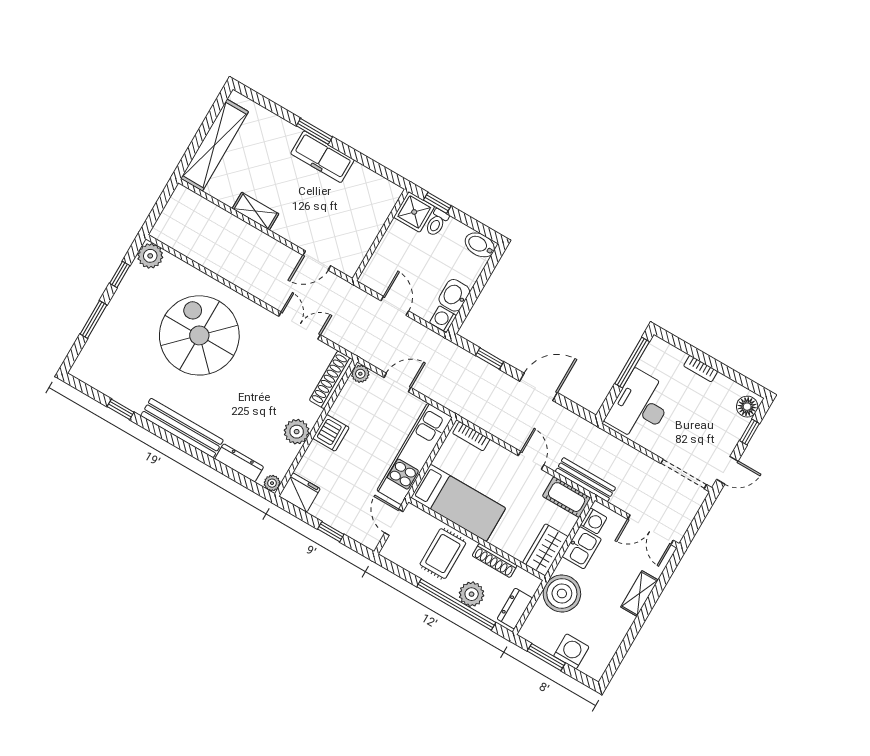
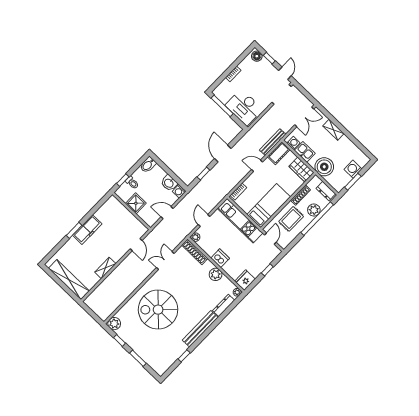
shower: (414, 212) -> (136, 203), moved
door: (394, 522) -> (270, 239), swing flipped
rug: (443, 554) -> (291, 219), turned 90

